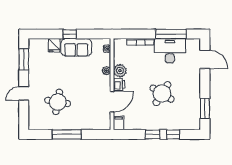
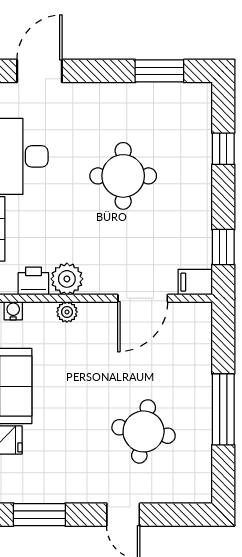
printer: (119, 84) -> (33, 281), moved
round table: (162, 94) -> (123, 176), turned -32
door: (112, 102) -> (143, 298), swing flipped
window: (153, 134) -> (223, 247), moved

